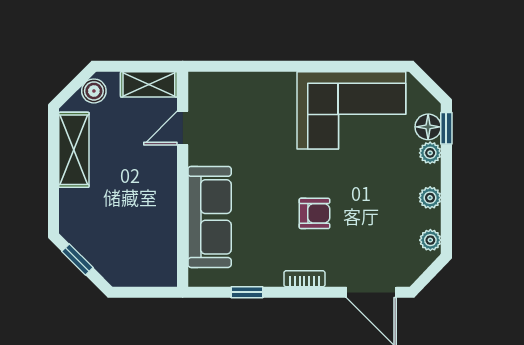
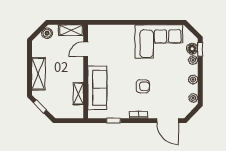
shelving: (74, 150) -> (38, 74), moved
shelving: (166, 230) -> (78, 94), added

